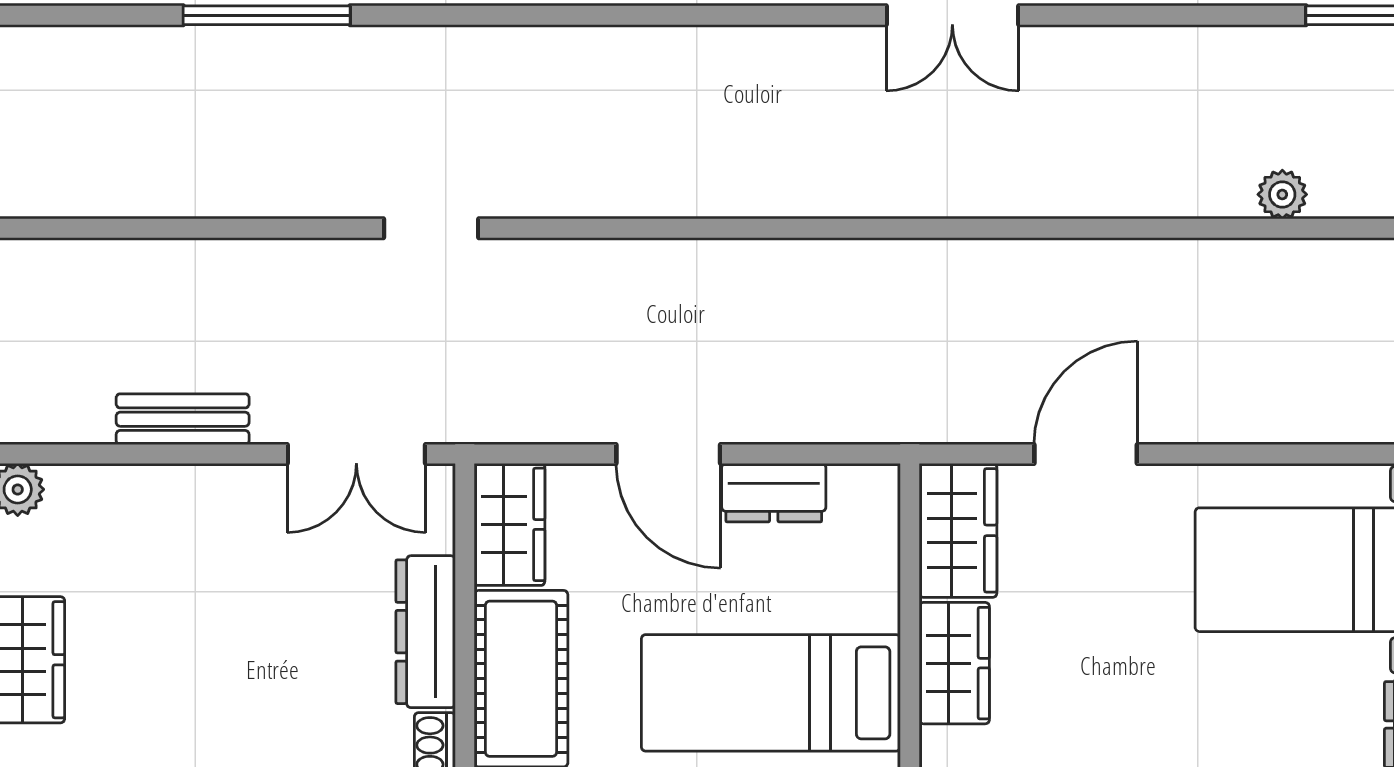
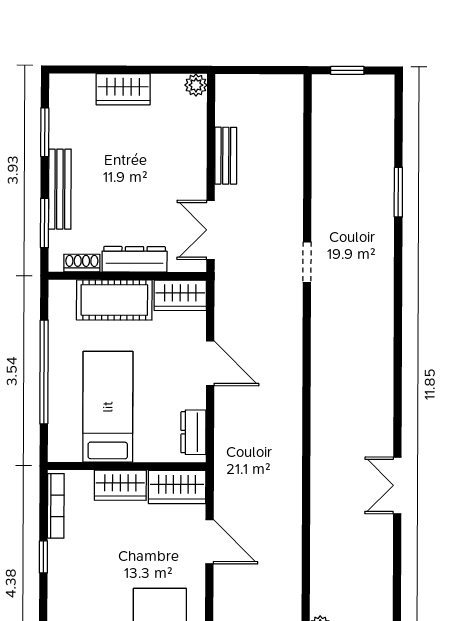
window: (267, 15) -> (398, 192), width x0.69
door: (668, 454) -> (210, 363), swing flipped
dresser: (774, 493) -> (193, 432), moved

